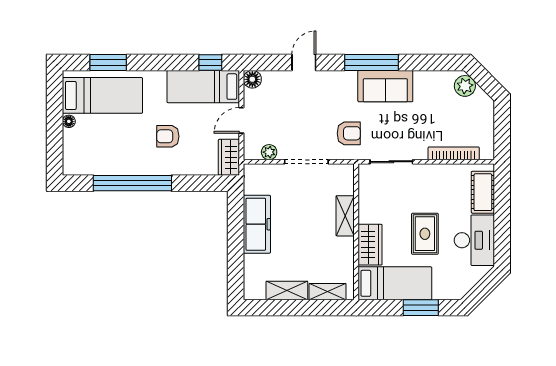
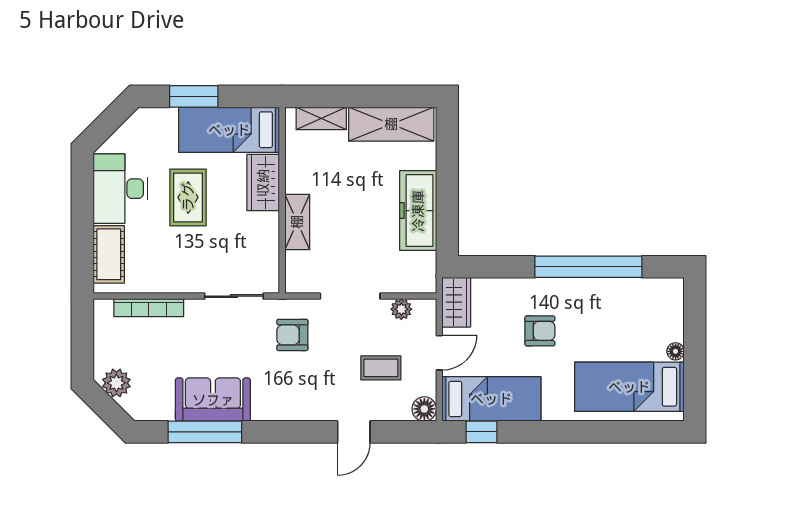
window: (108, 63) -> (622, 432), removed
window: (371, 63) -> (205, 432), moved
sofa: (385, 86) -> (213, 400), moved
plant: (465, 86) -> (116, 383), moved
coffee table: (284, 109) -> (381, 368), added
shelving: (287, 290) -> (391, 124), width x1.50, depth x1.33

